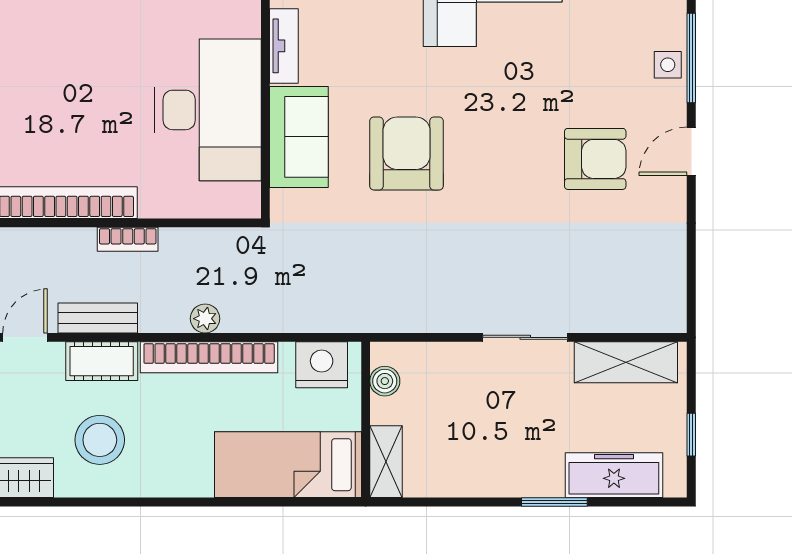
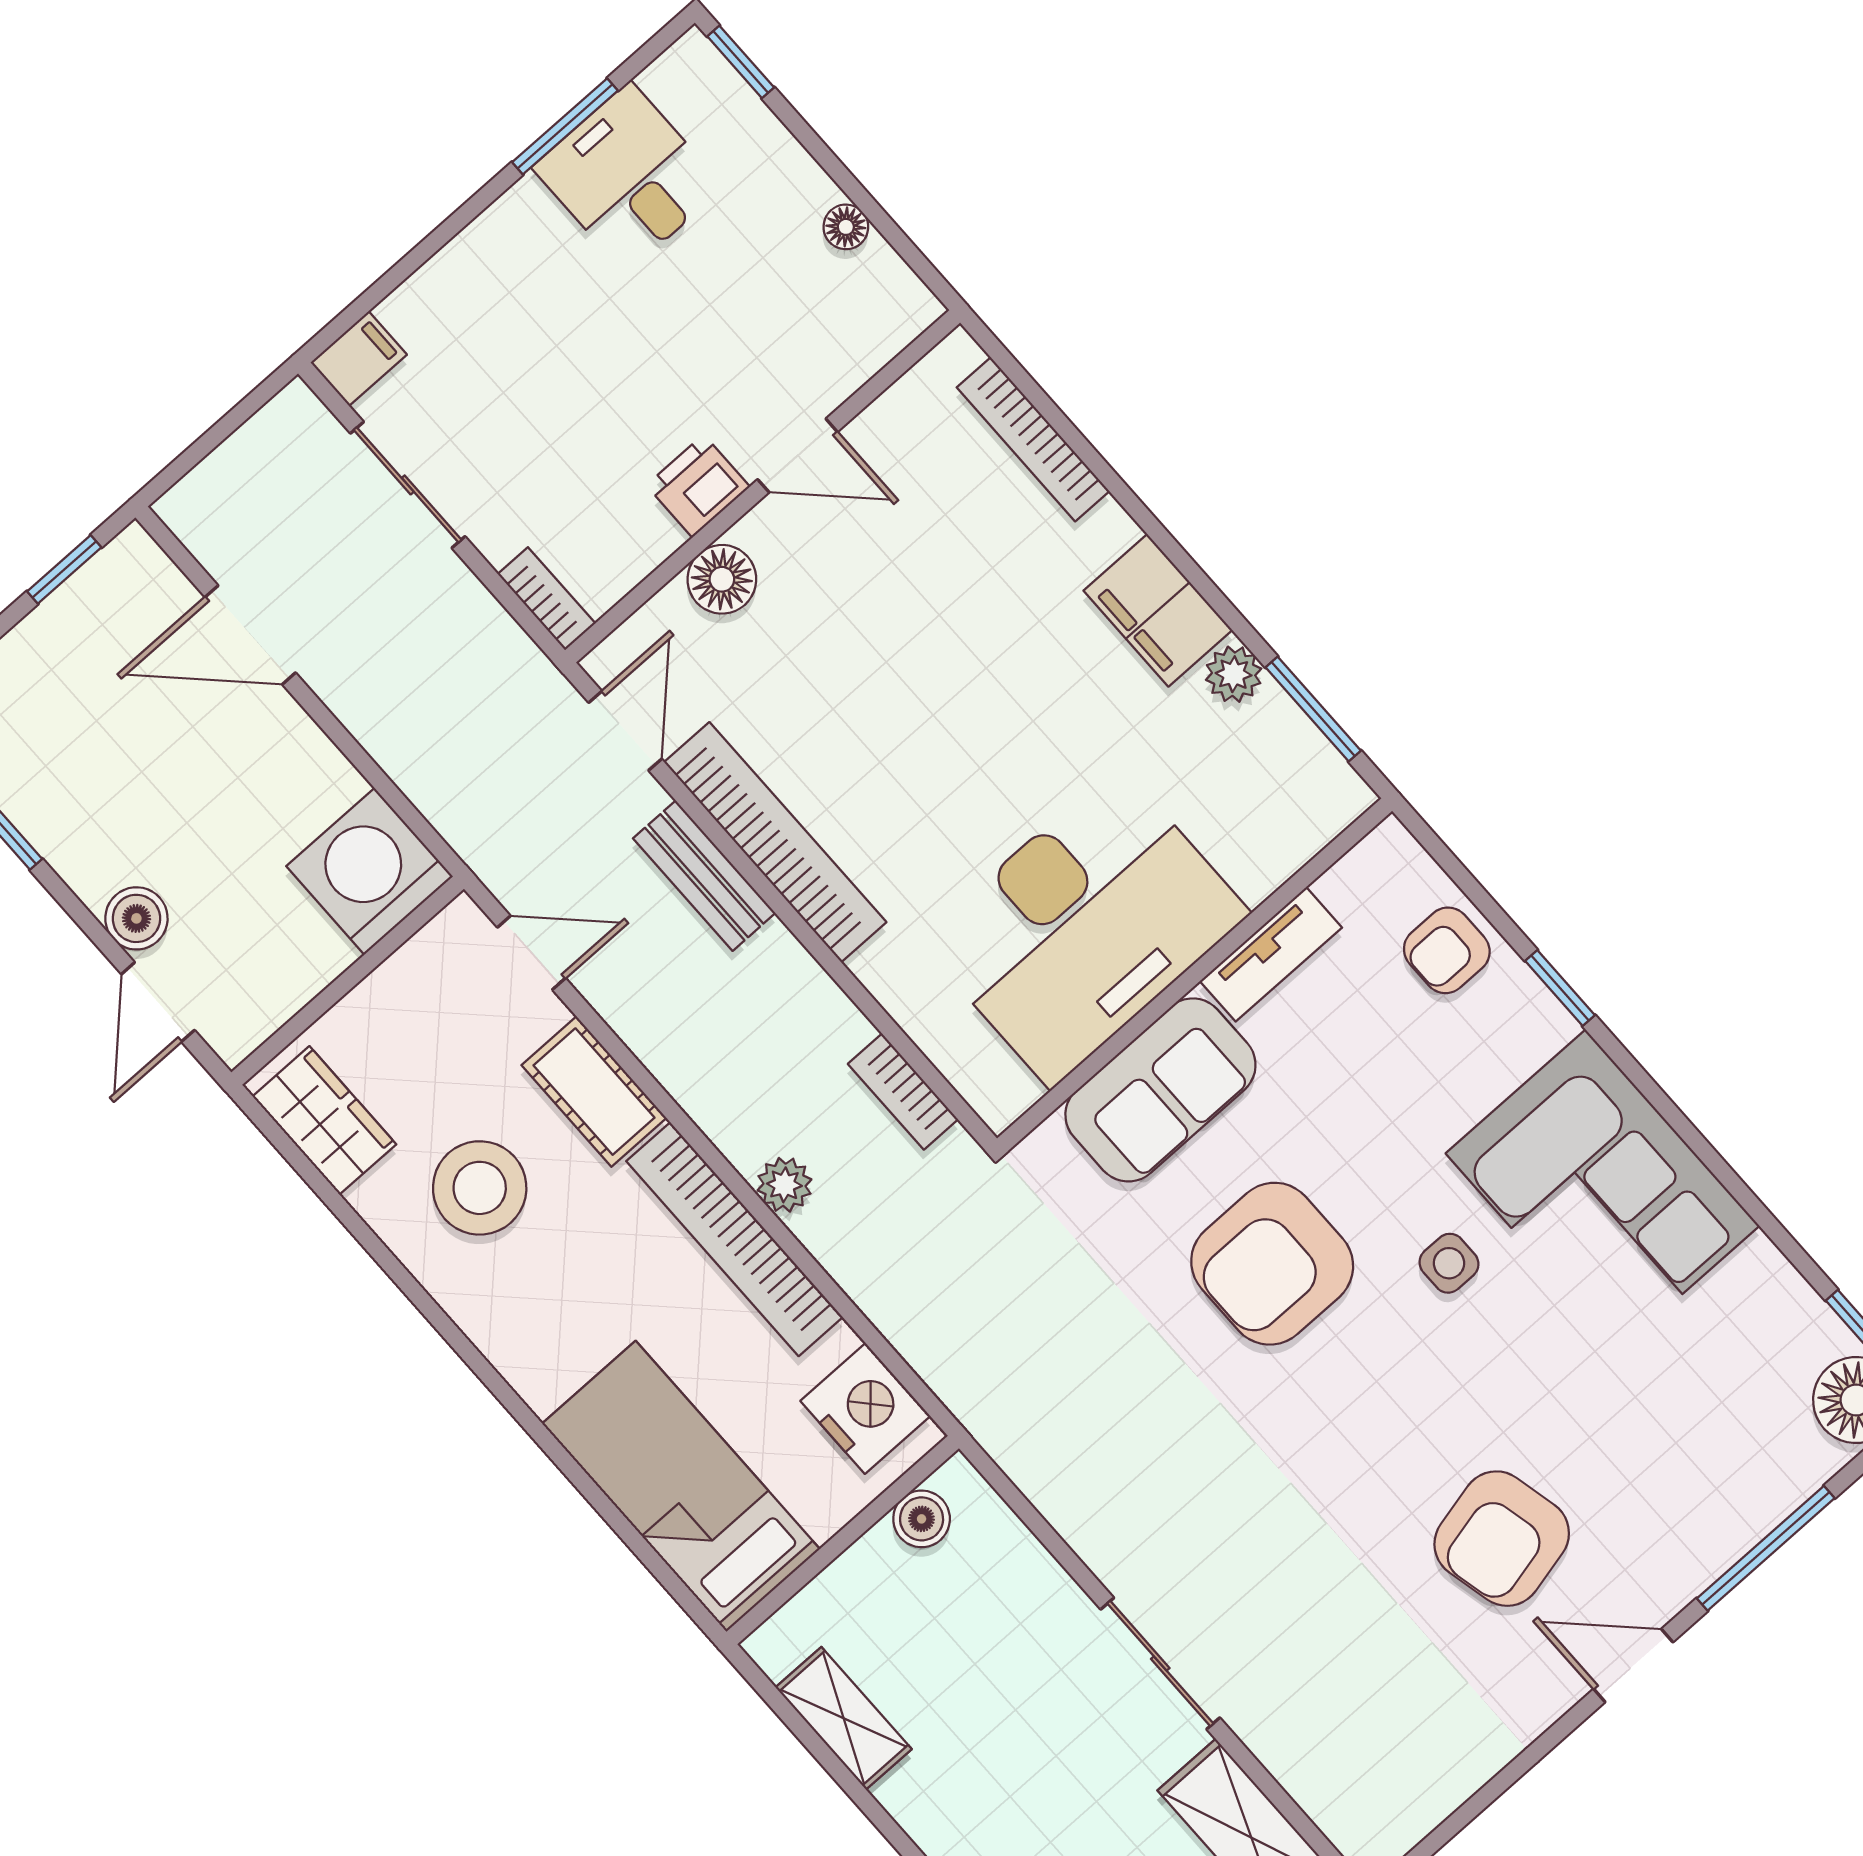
side table: (668, 65) -> (1449, 1263), moved
armchair: (407, 154) -> (1272, 1264), turned 180
armchair: (595, 159) -> (1502, 1539), turned 77
bookcase: (128, 239) -> (903, 1092), moved
bench: (98, 318) -> (704, 876), moved
shelving: (386, 462) -> (844, 1718), moved, turned 90

